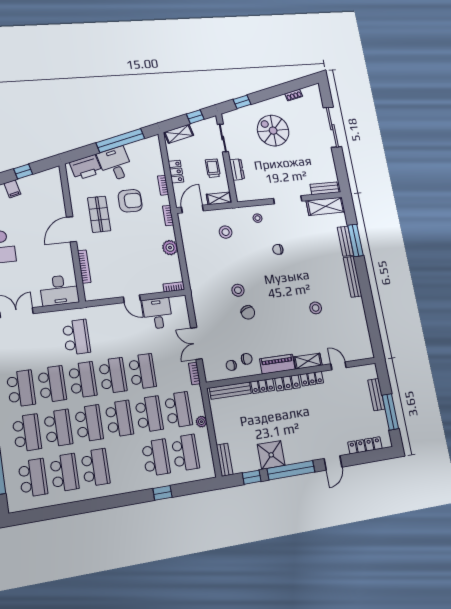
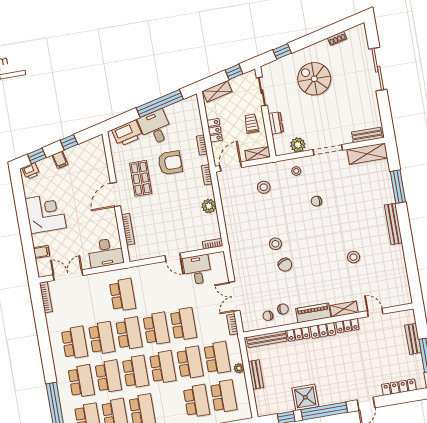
plant: (259, 193) -> (298, 145), added
bench: (345, 241) -> (387, 188), removed
bench: (225, 460) -> (256, 374), moved

